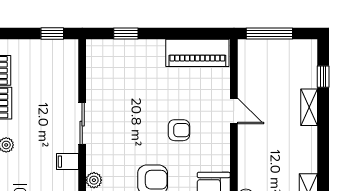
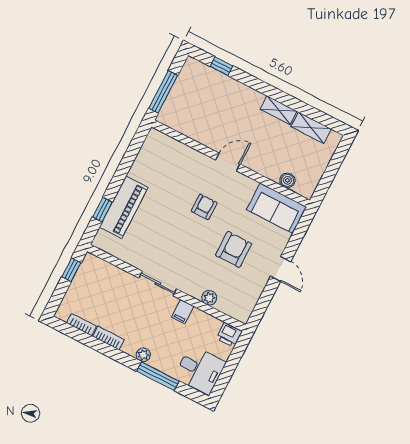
piano: (197, 53) -> (124, 207), moved
shelving: (309, 107) -> (279, 110), moved
door: (234, 111) -> (228, 162), moved

